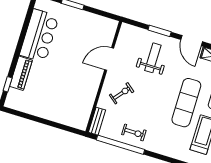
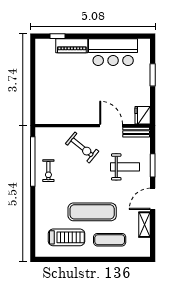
fridge: (109, 26) -> (143, 115), added
exercise bike: (122, 93) -> (82, 147), width x1.38, depth x1.39
bench: (97, 121) -> (136, 132), moved

